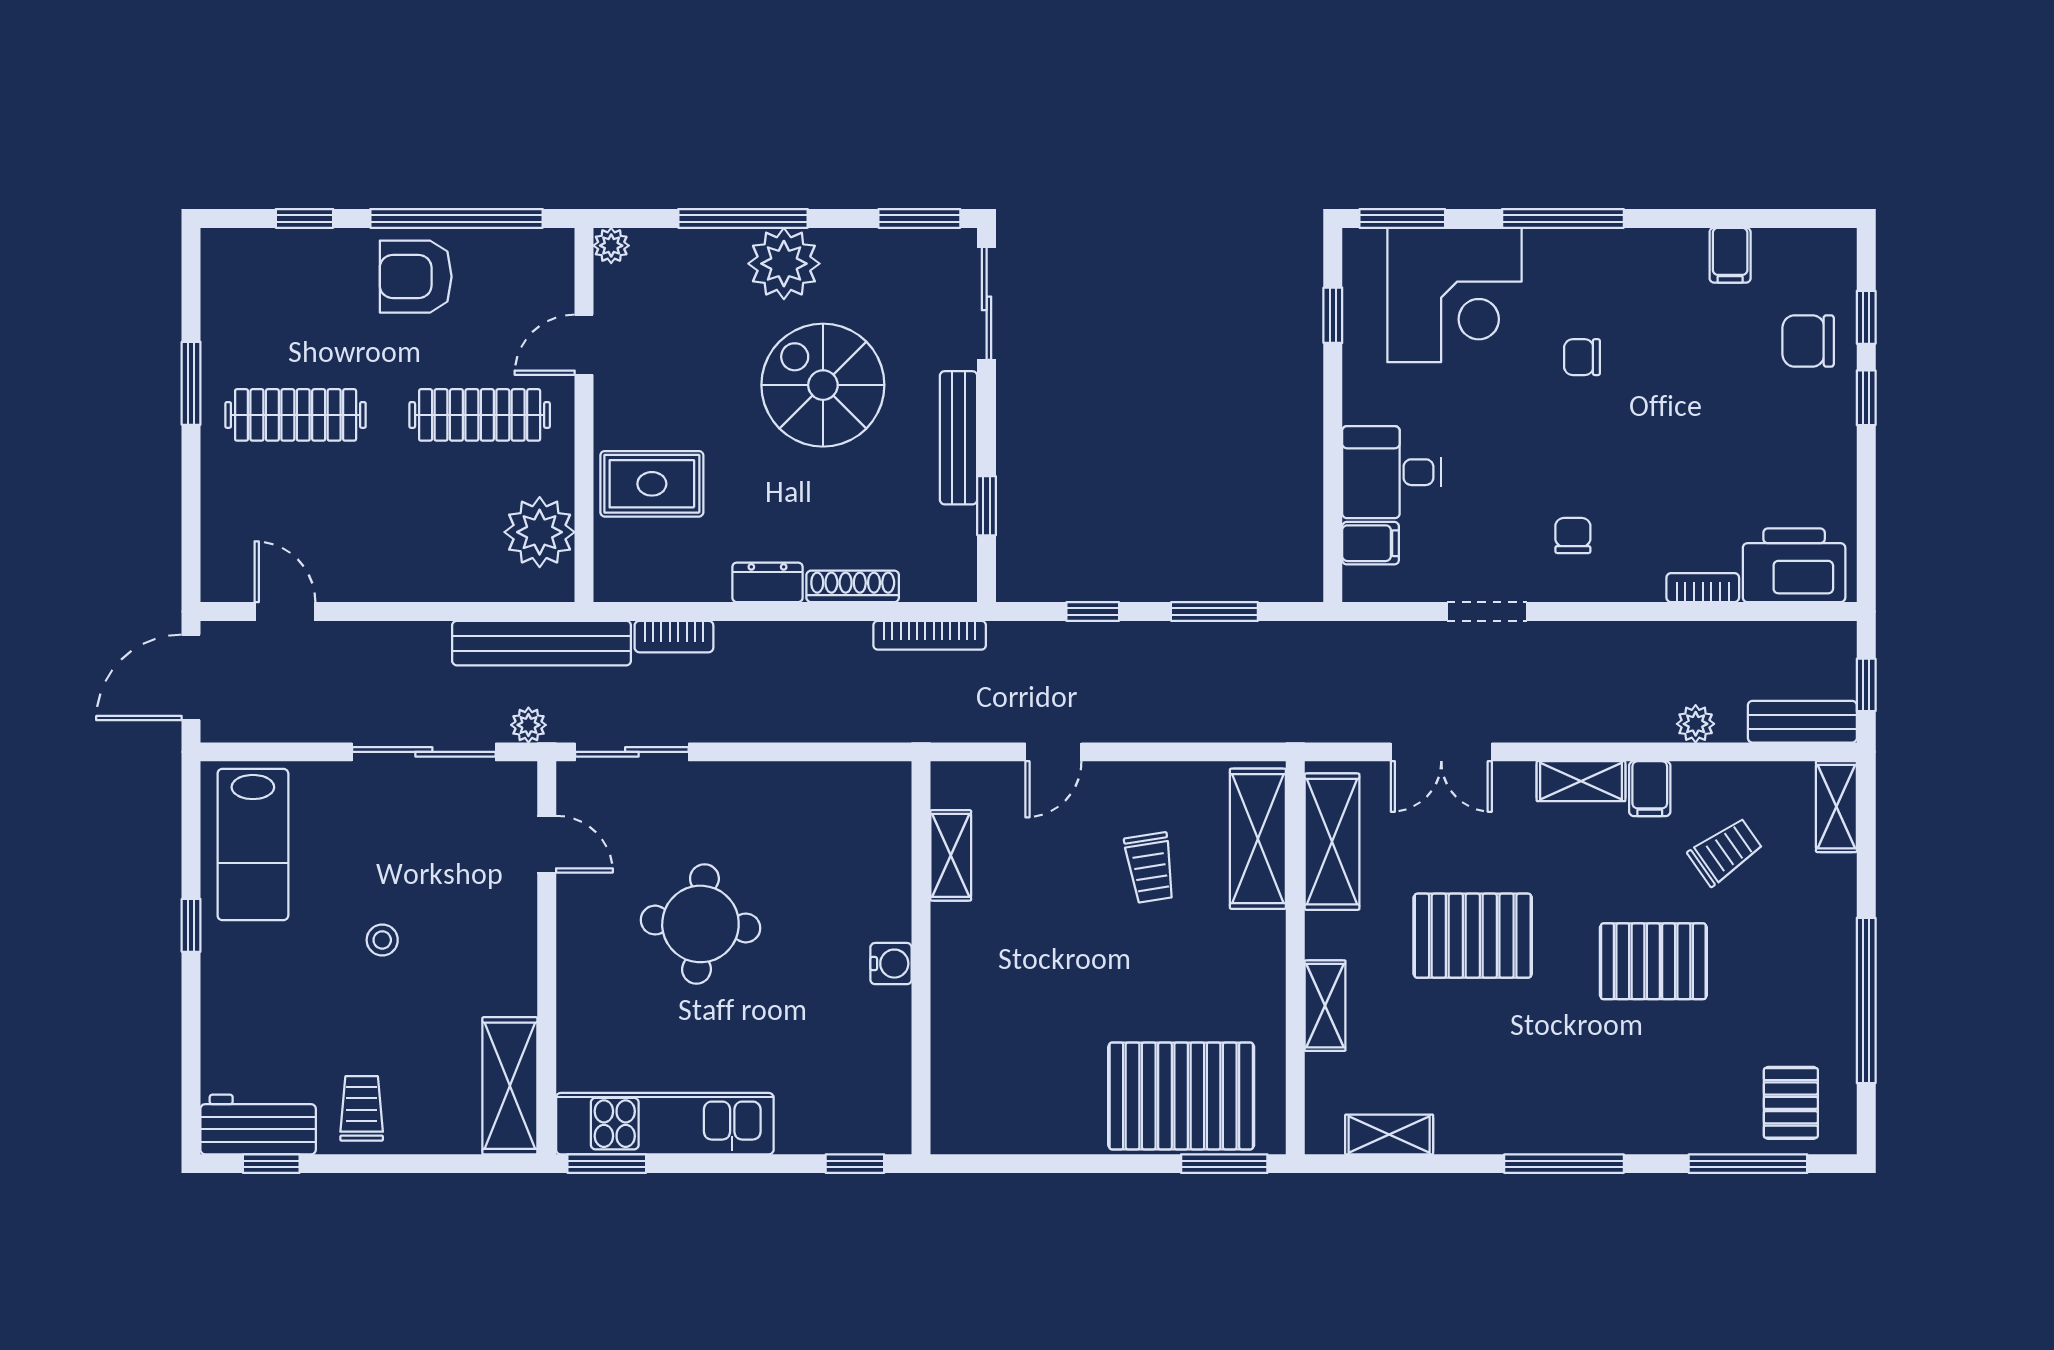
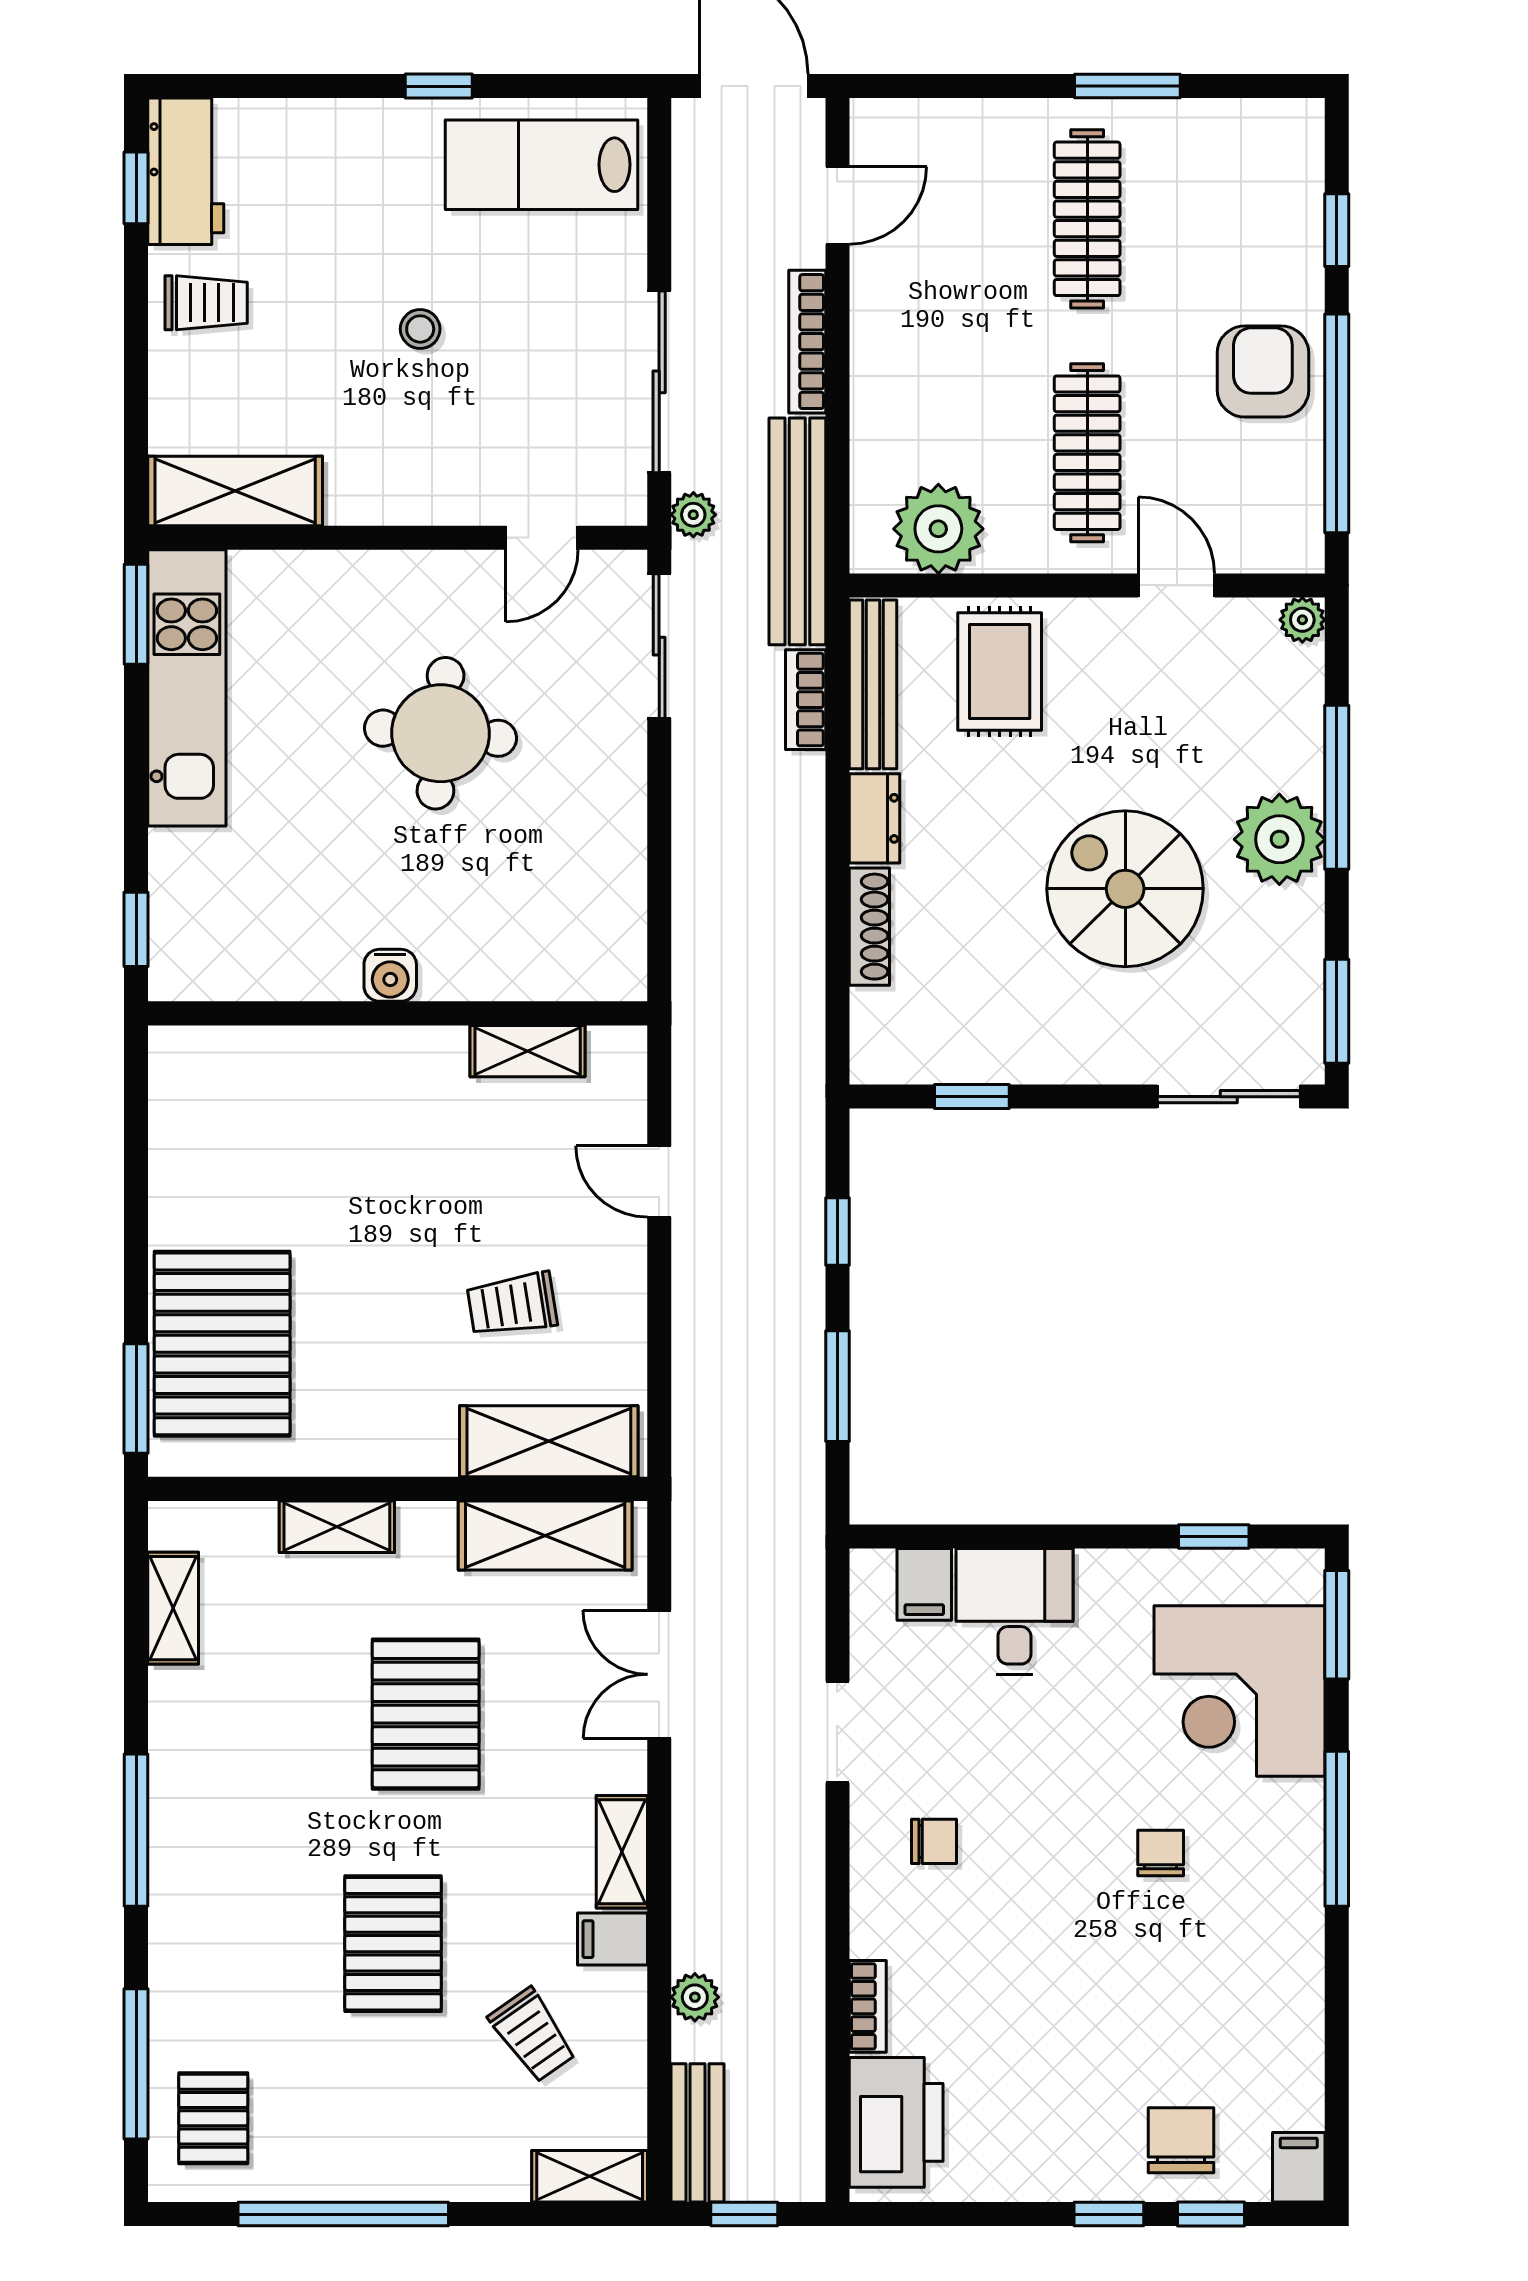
filing cabinet: (1730, 255) -> (1299, 2167), moved, turned 90
spiral stairs: (823, 385) -> (1125, 889), turned -90
bench: (959, 438) -> (873, 684), moved, turned 90
bookcase: (930, 635) -> (807, 342), moved
pallet: (1791, 1103) -> (213, 2118), turned 90

